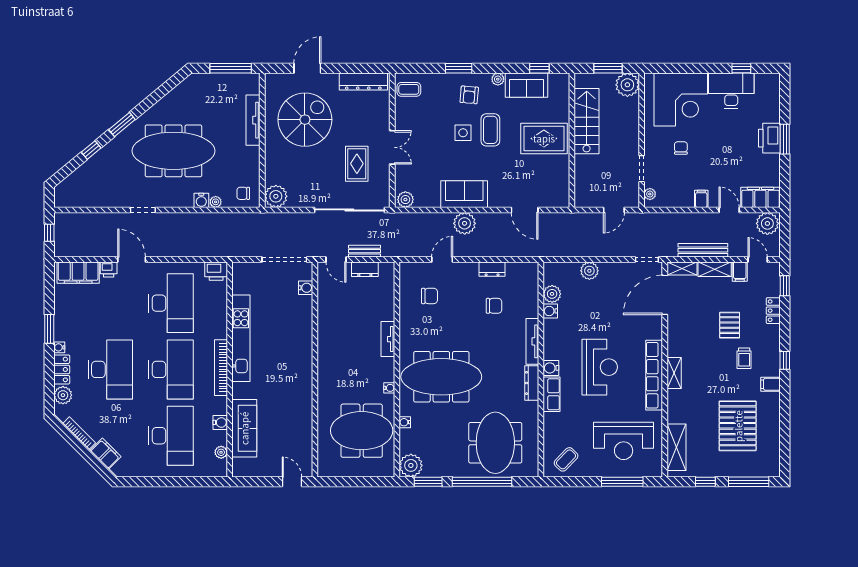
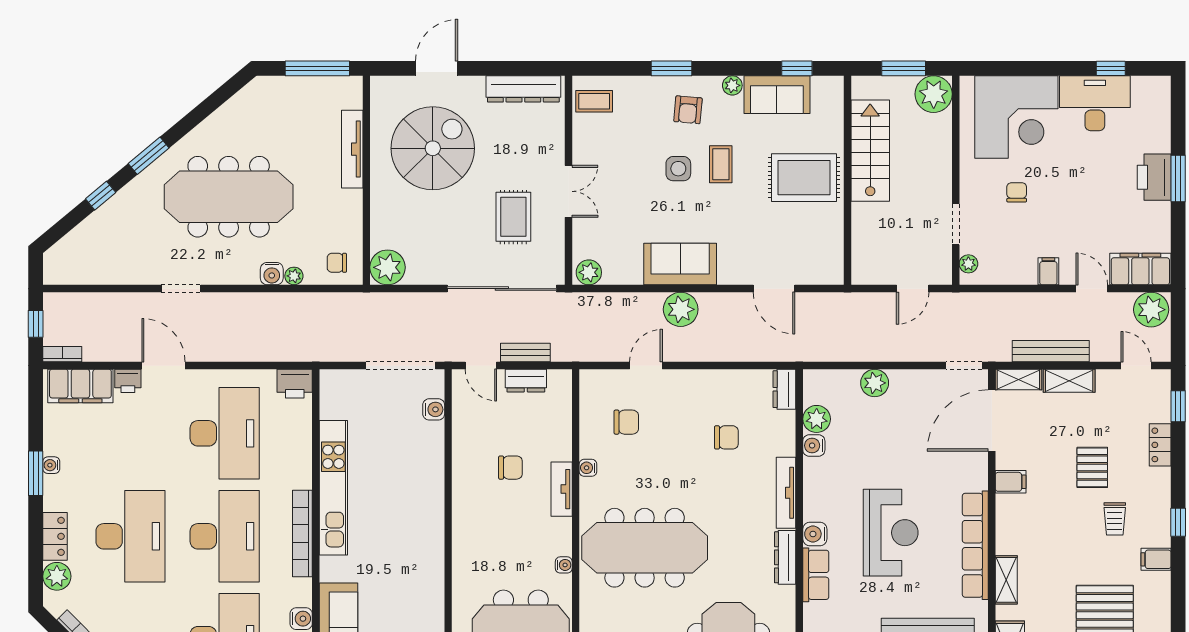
coffee table: (490, 130) -> (721, 164), width x0.73, depth x0.77
bookcase: (66, 252) -> (62, 354), added
dresser: (492, 269) -> (784, 389), moved, turned 90
filing cabinet: (740, 272) -> (1011, 482), moved, turned -90
chair: (355, 325) -> (510, 468), added
water cooler: (59, 347) -> (51, 465), moved
shelving: (674, 373) -> (1006, 580), moved
water cooler: (405, 422) -> (588, 468), moved

